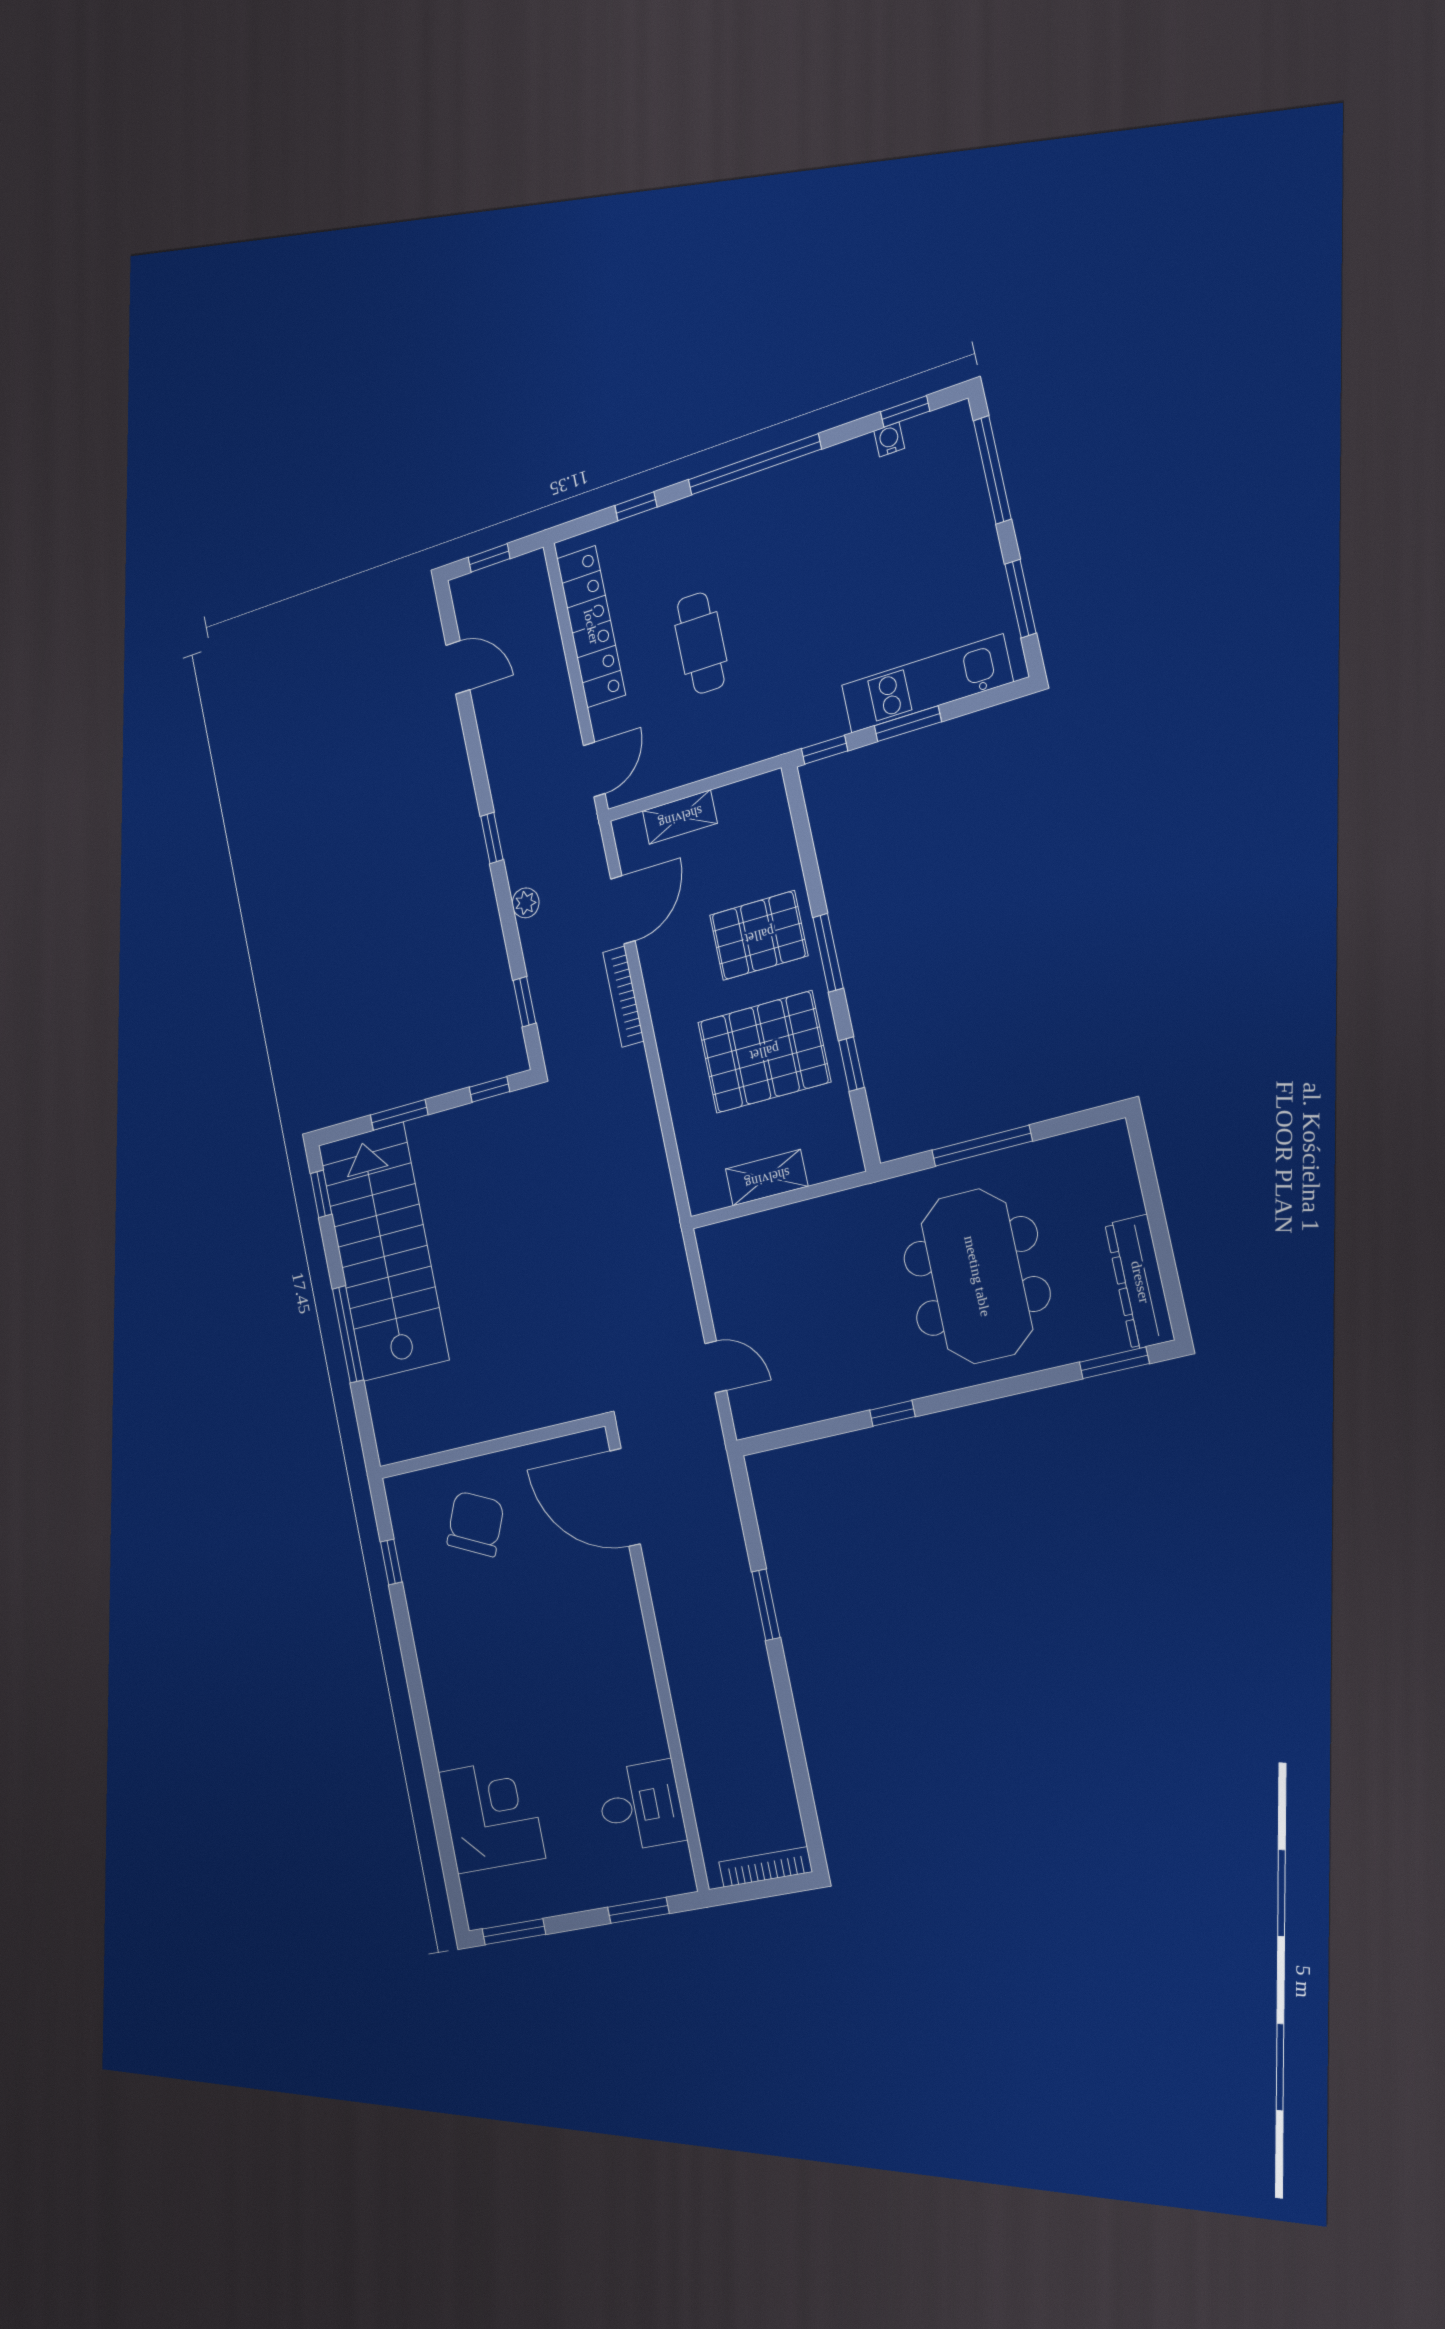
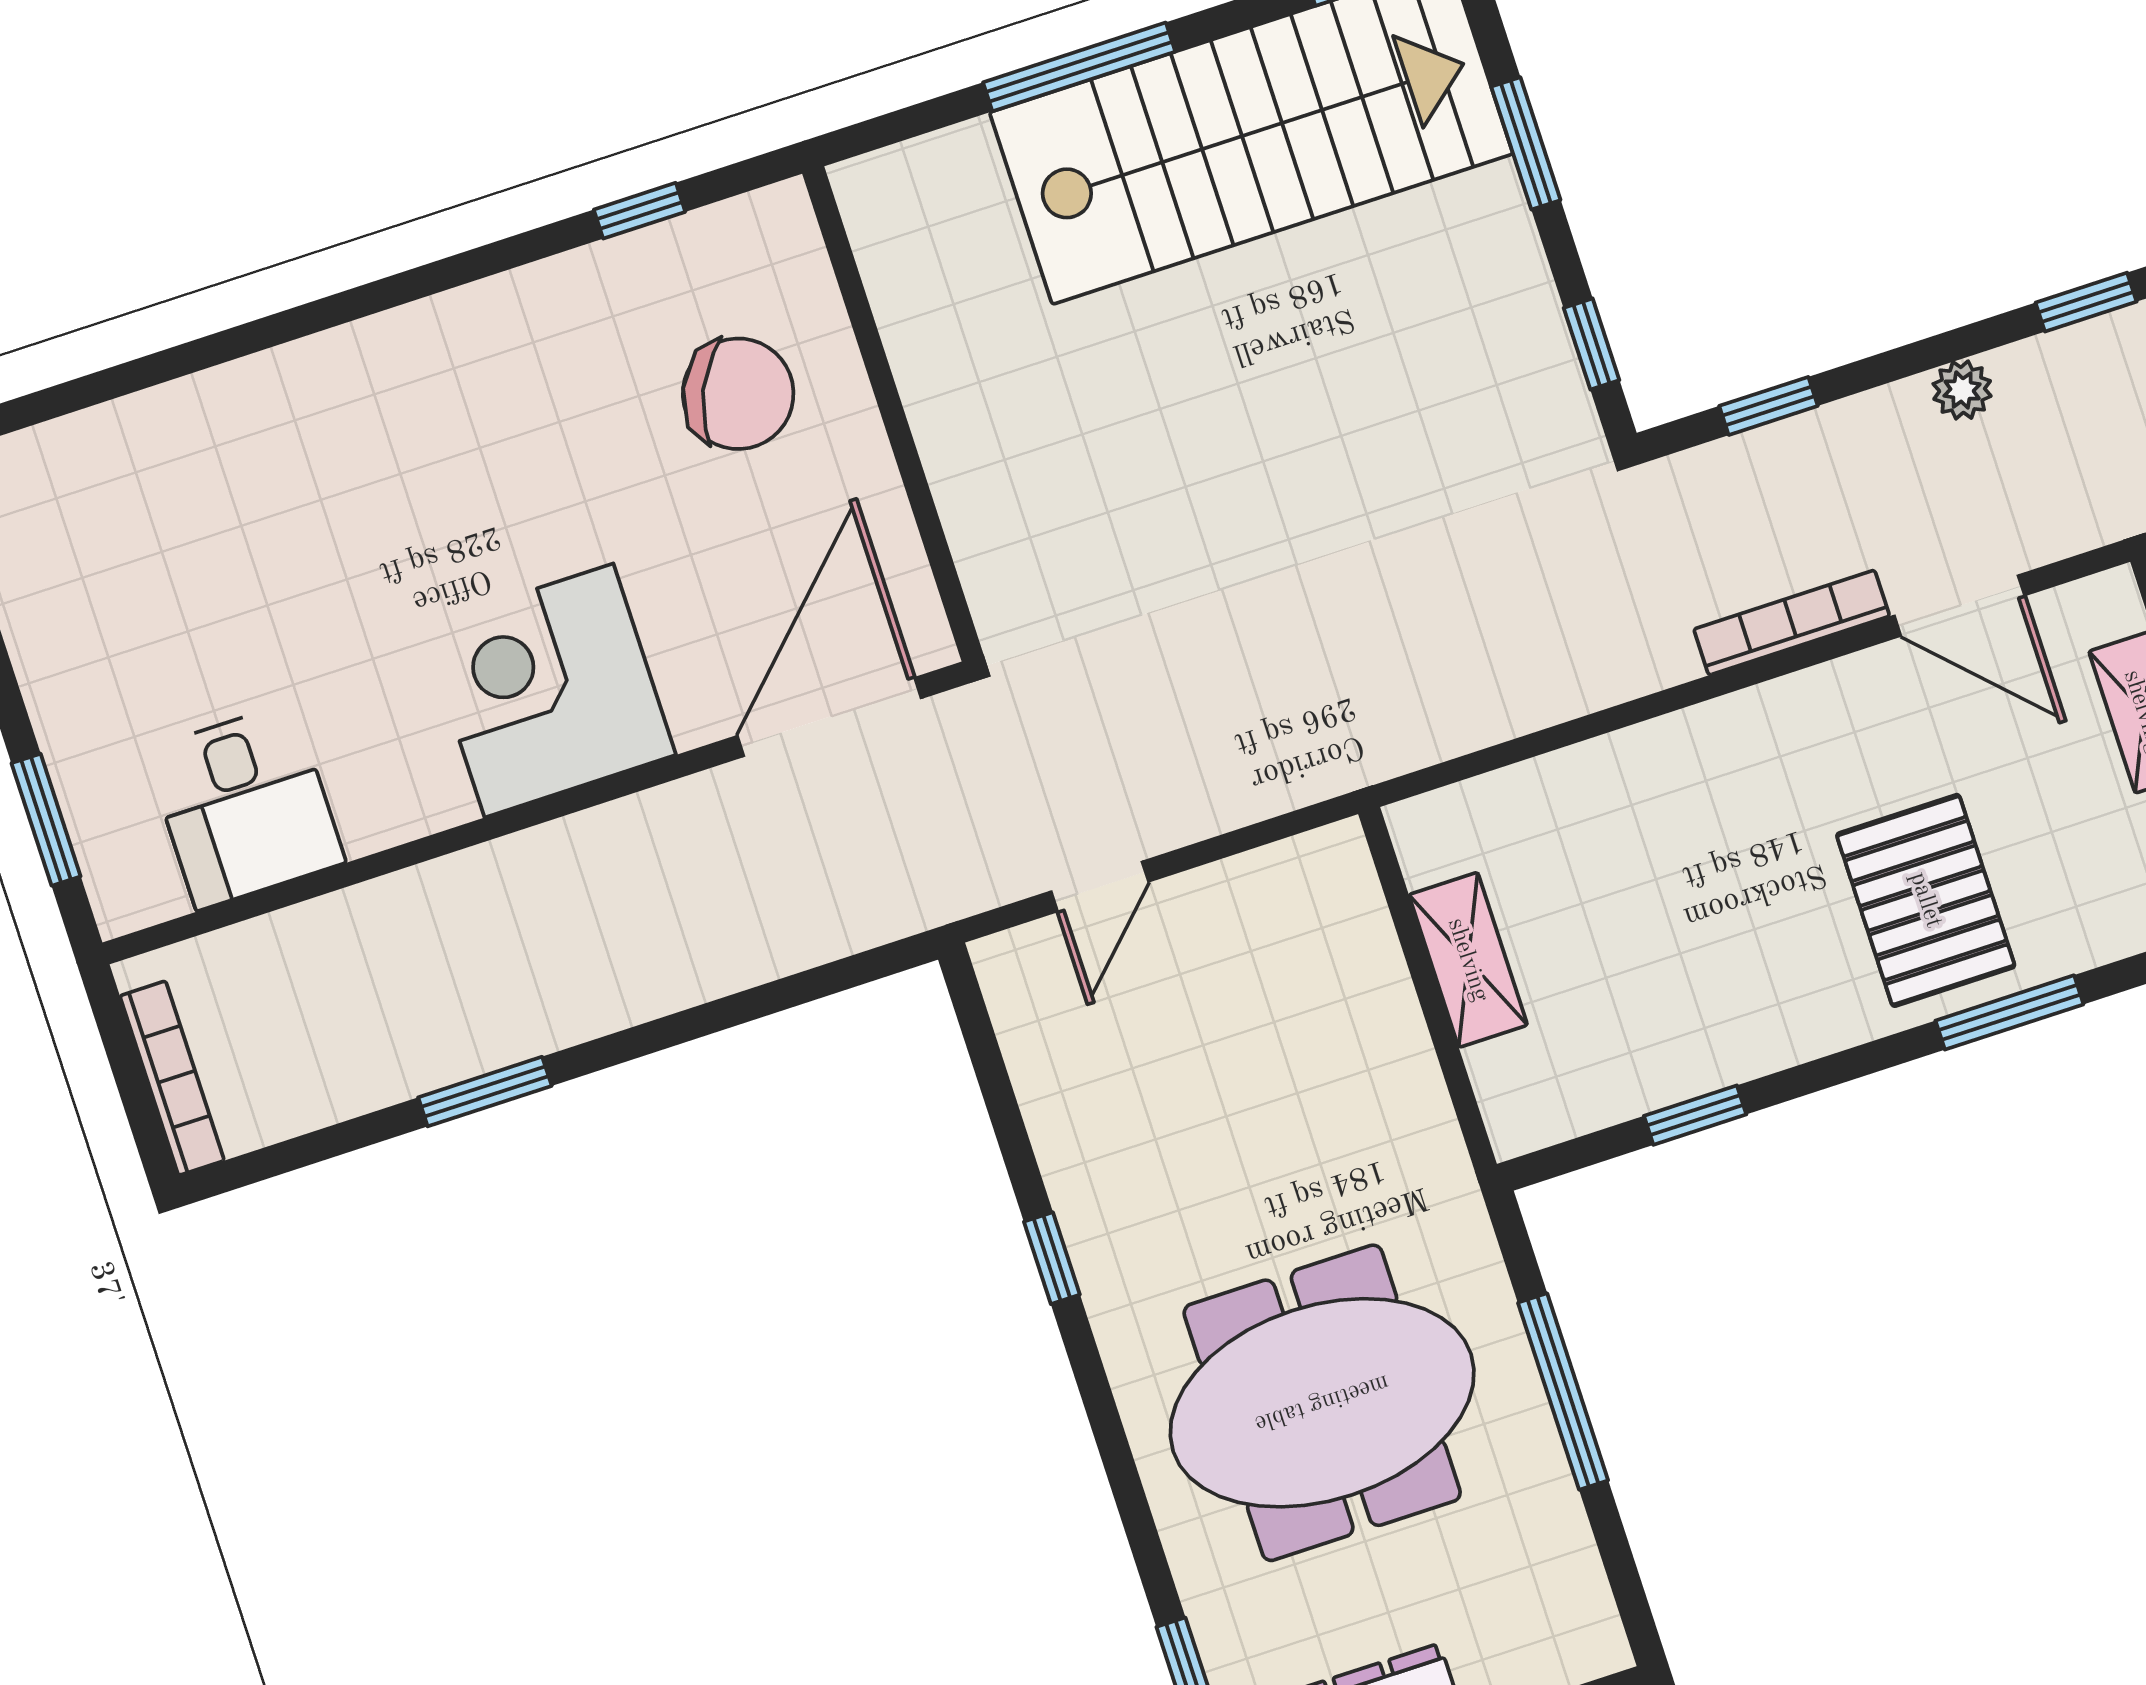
window: (828, 953) -> (2009, 1012), moved
pallet: (764, 1052) -> (1705, 932), removed
window: (766, 1605) -> (485, 1092), moved
corner desk: (492, 1815) -> (549, 690), moved, turned 180

